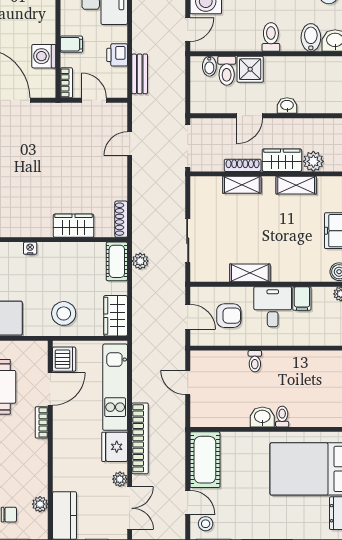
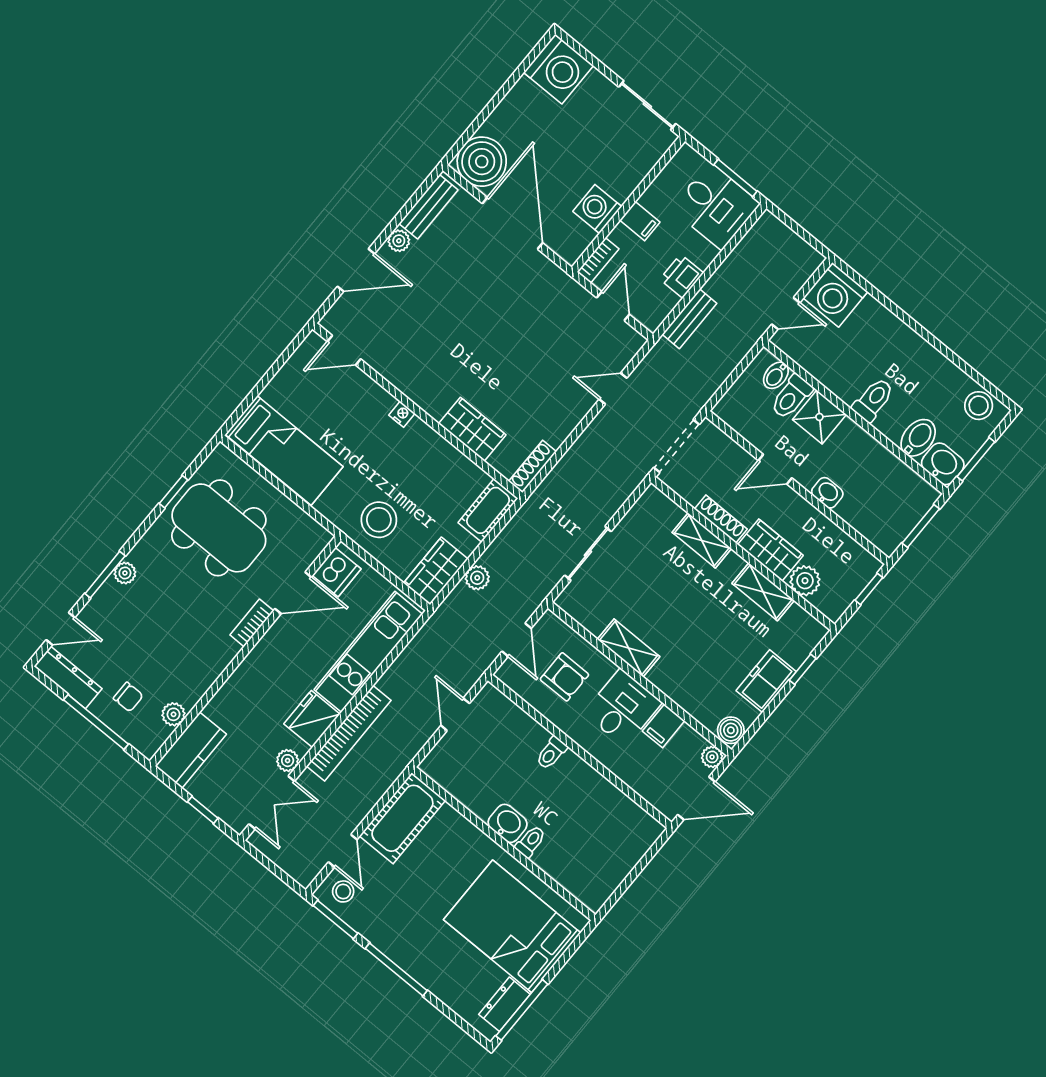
plant: (140, 261) -> (477, 578), moved

